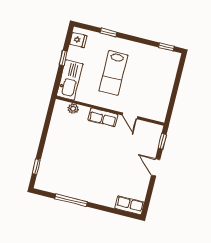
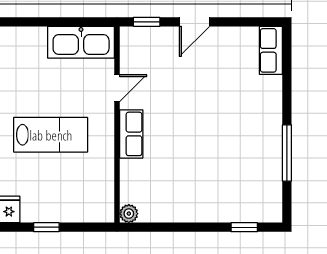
kitchen sink: (70, 80) -> (81, 42), moved, turned 180
plant: (73, 109) -> (129, 214), moved

